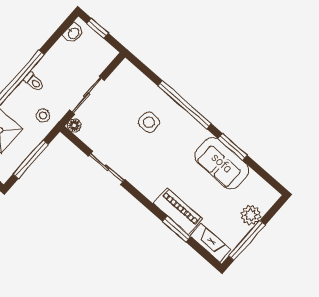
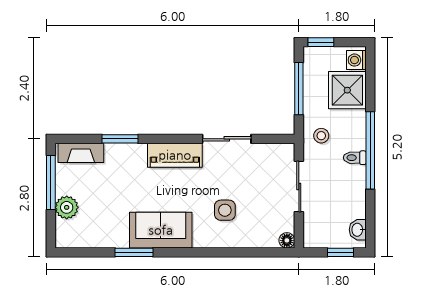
window: (185, 105) -> (207, 252), removed
floor lamp: (74, 125) -> (287, 240), moved
sofa: (222, 163) -> (161, 230), moved
piano: (178, 211) -> (175, 155), moved

